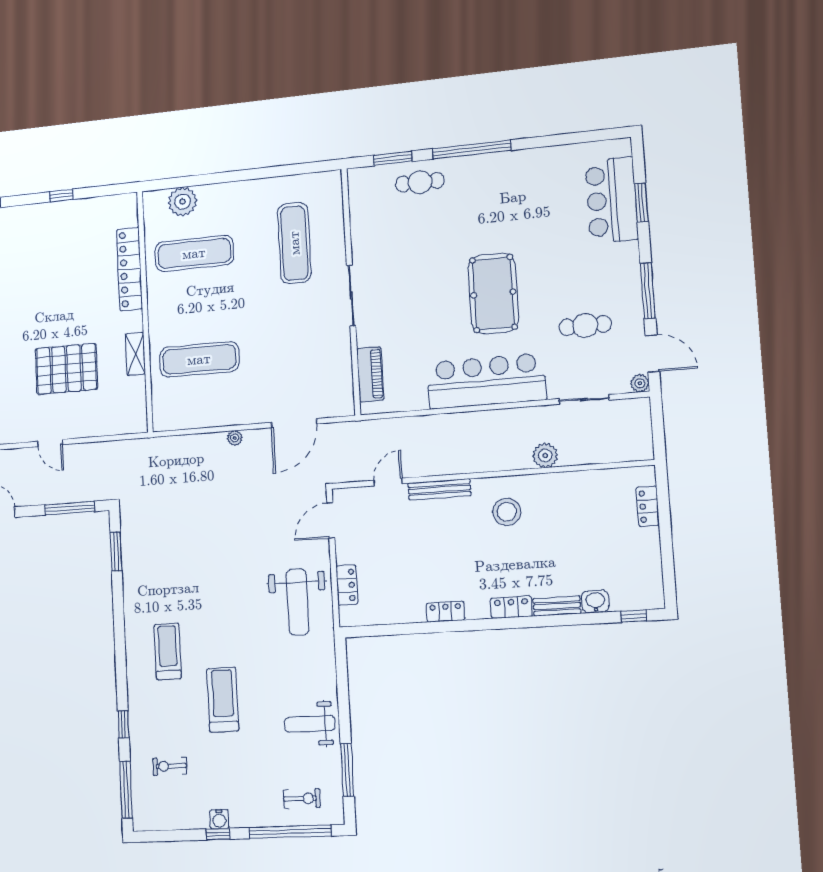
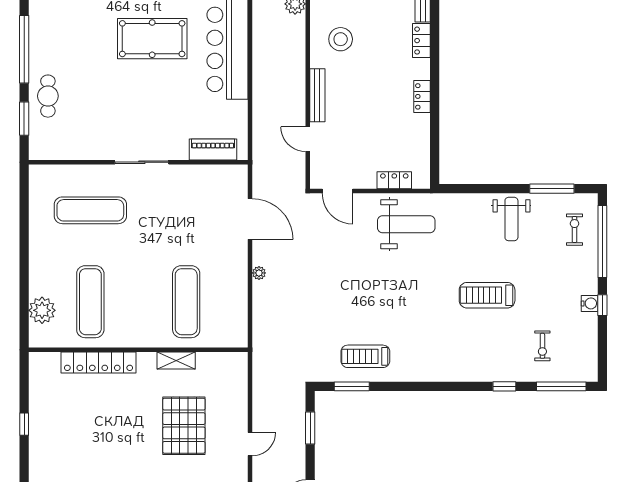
window: (70, 508) -> (310, 428), width x0.69
treadmill: (168, 651) -> (365, 356), moved

